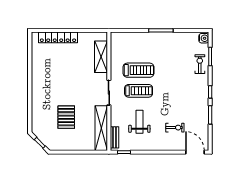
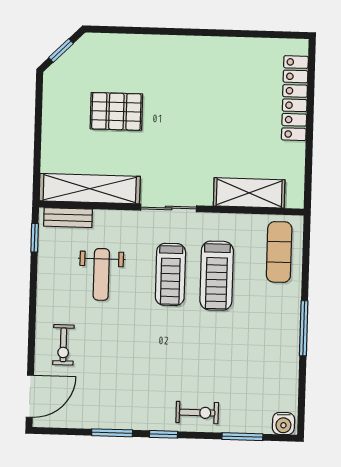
exercise mat: (127, 42) -> (279, 252), added
exercise bike: (200, 64) -> (197, 413), moved
weight bench: (139, 122) -> (101, 274), turned 90
exercise bike: (175, 128) -> (63, 345), moved

